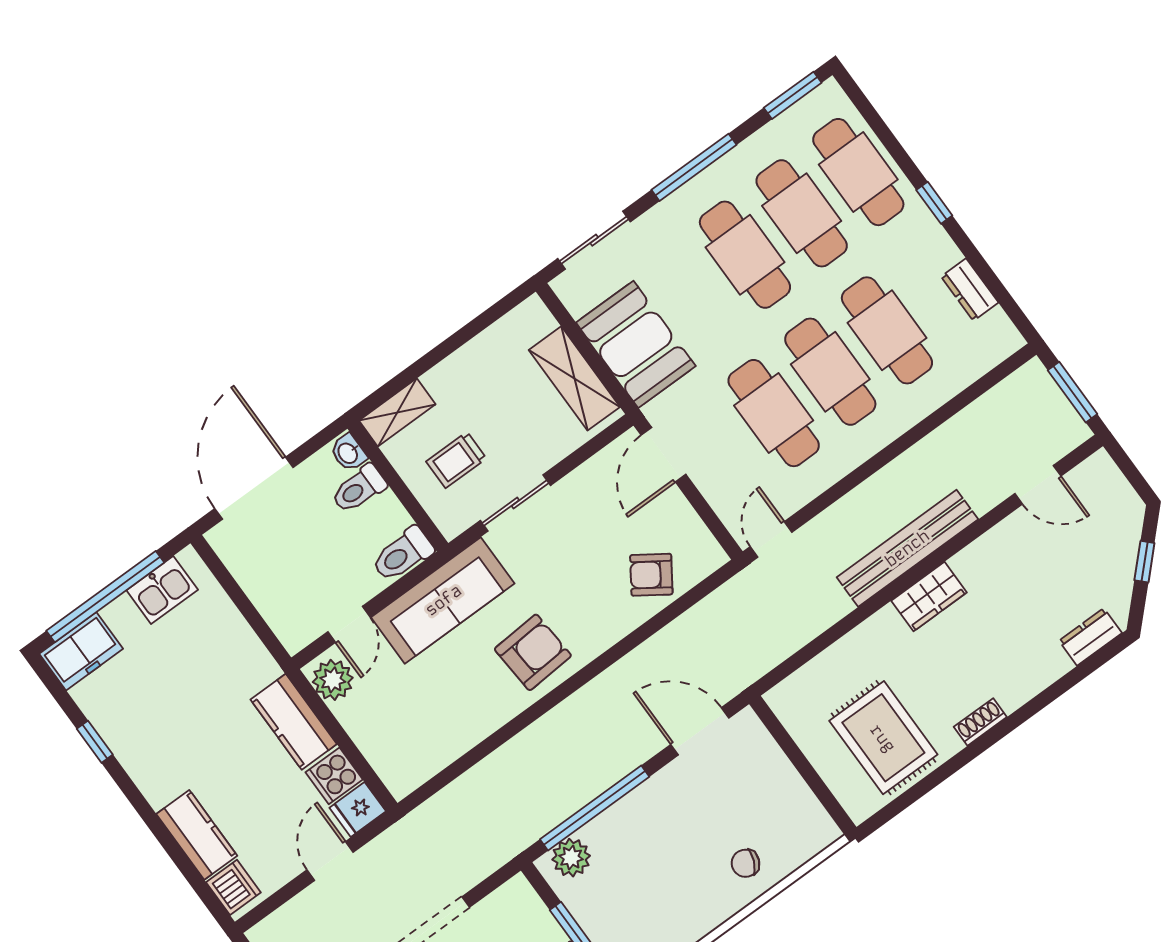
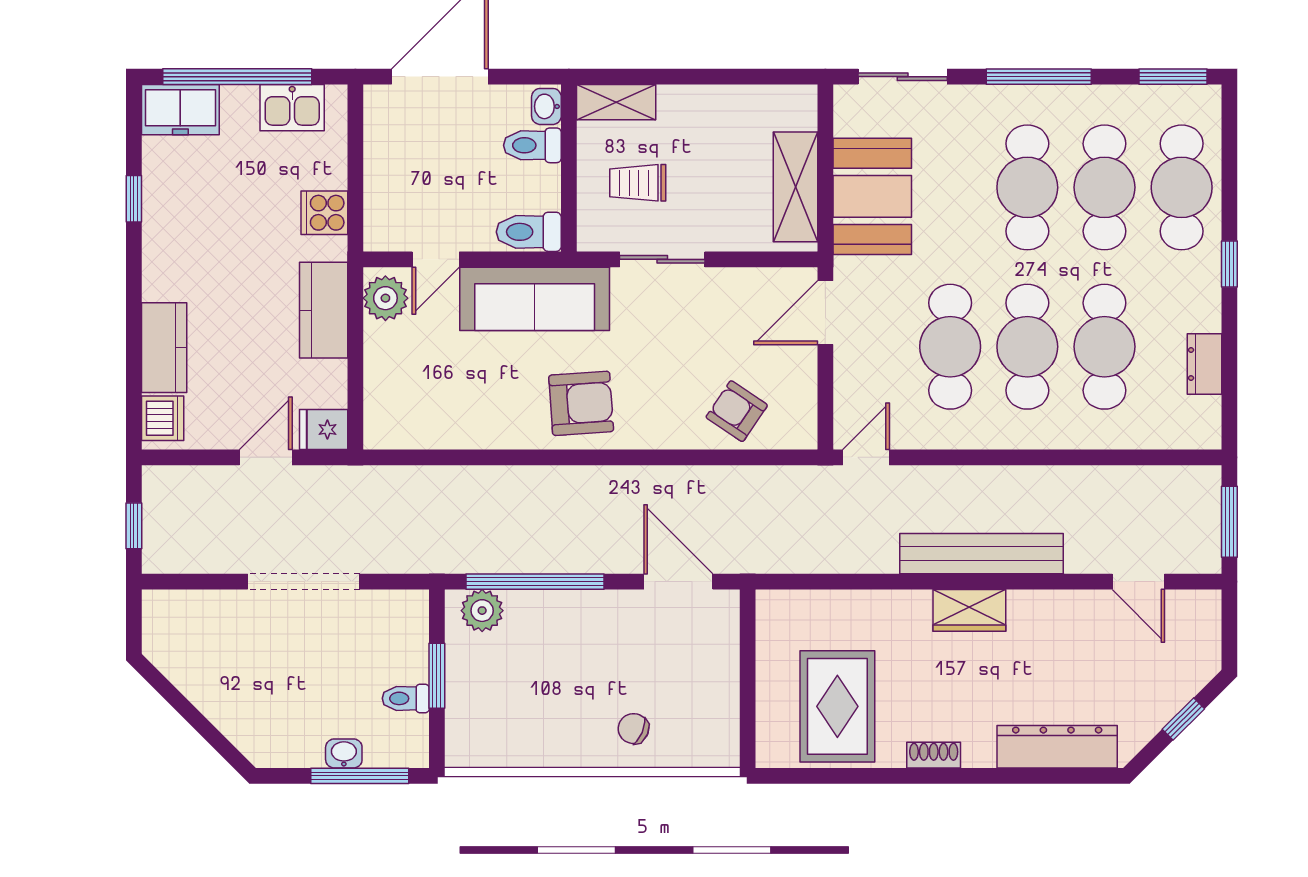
dresser: (1090, 637) -> (1057, 747), width x1.96, depth x1.24
cooker: (334, 776) -> (324, 213), moved

